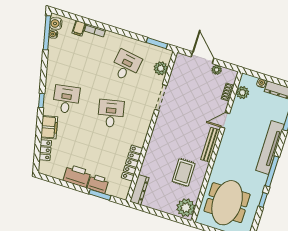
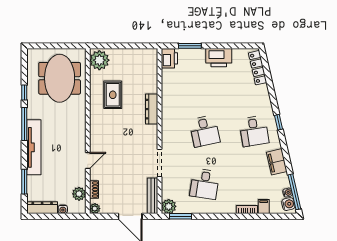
plant: (161, 68) -> (169, 206), moved
plant: (217, 70) -> (95, 209), moved
filing cabinet: (49, 127) -> (277, 162), moved
bench: (210, 145) -> (153, 196), moved
locker: (45, 150) -> (258, 68), width x1.53
locker: (132, 163) -> (168, 88), removed
printer: (98, 184) -> (169, 58), moved, turned -90
dresser: (140, 190) -> (152, 109), moved

